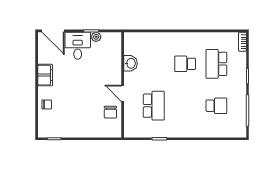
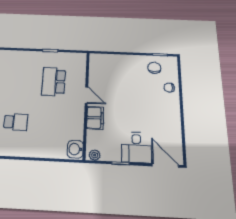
plant: (96, 37) -> (95, 155), moved
washbasin: (131, 63) -> (75, 149), moved
filing cabinet: (45, 75) -> (95, 118), moved, turned 180
chair: (110, 112) -> (154, 68), moved

